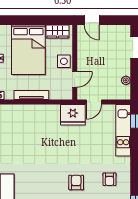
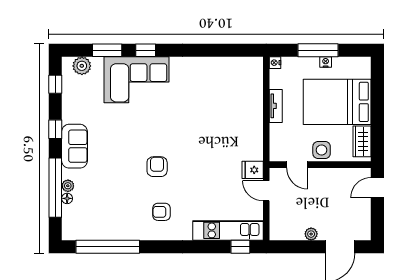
plant: (126, 80) -> (311, 234), moved
tv unit: (31, 95) -> (276, 106), width x0.71
fridge: (73, 115) -> (253, 170), width x0.53, depth x0.75
armchair: (76, 182) -> (157, 167), turned -90

